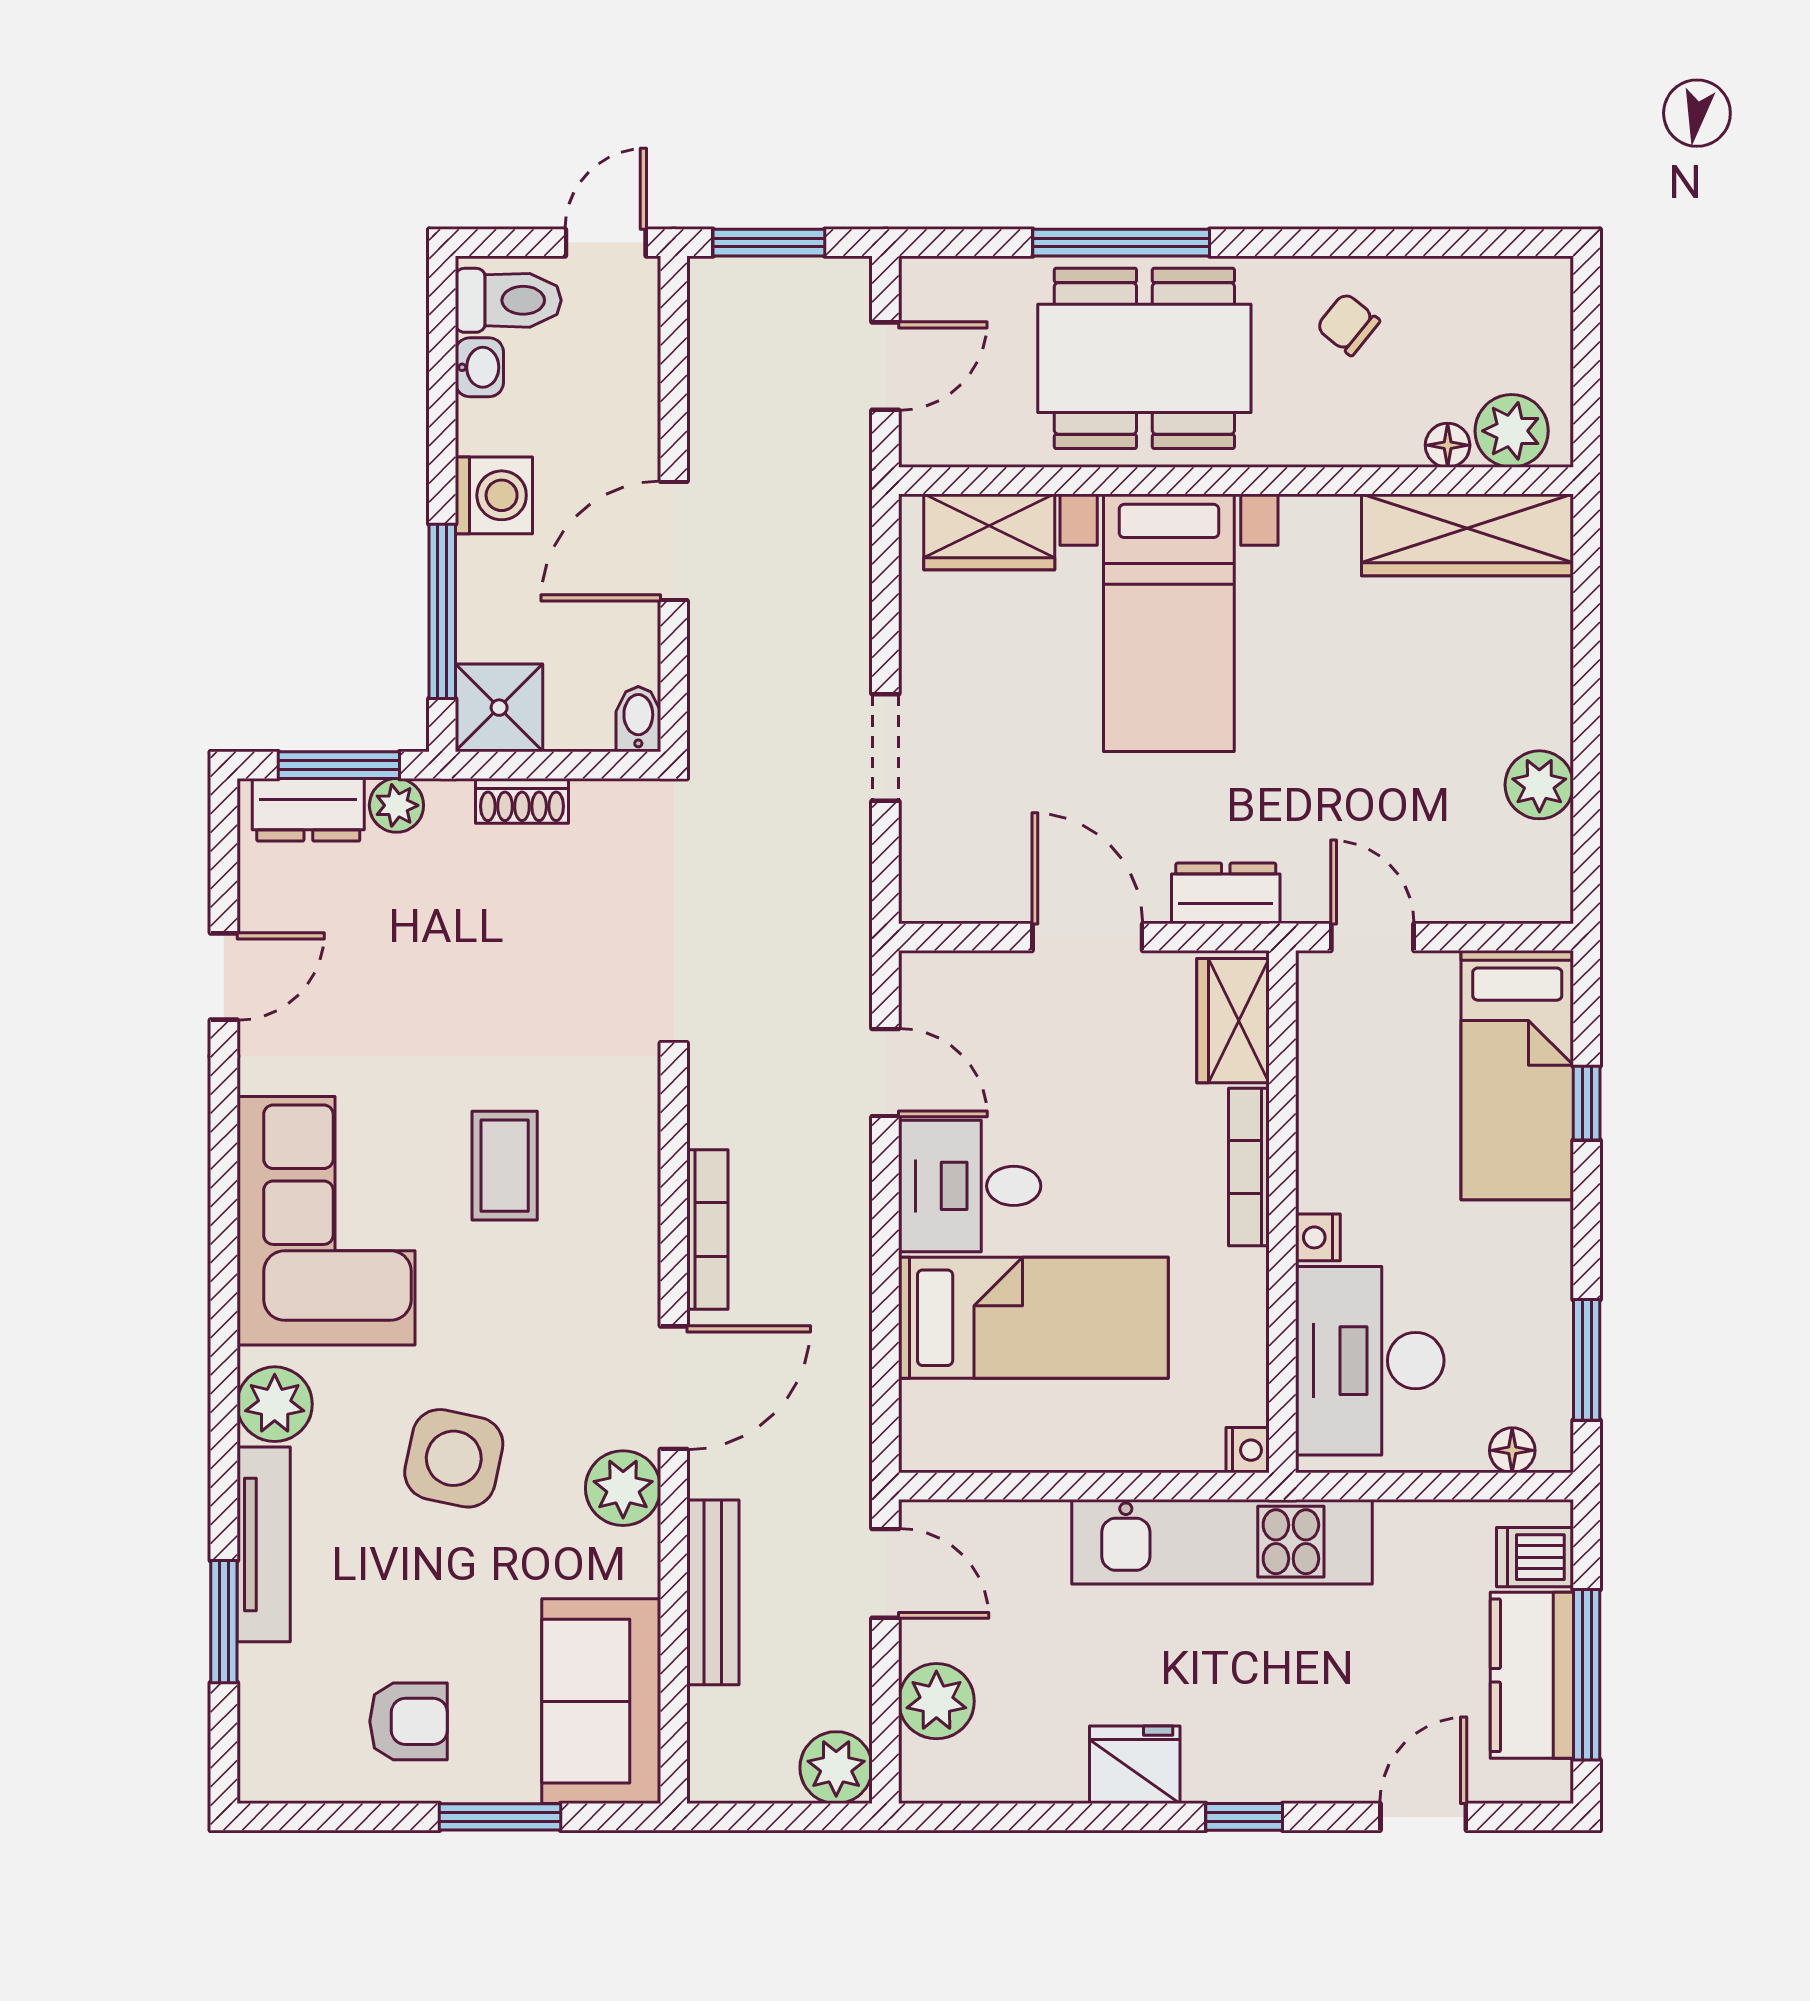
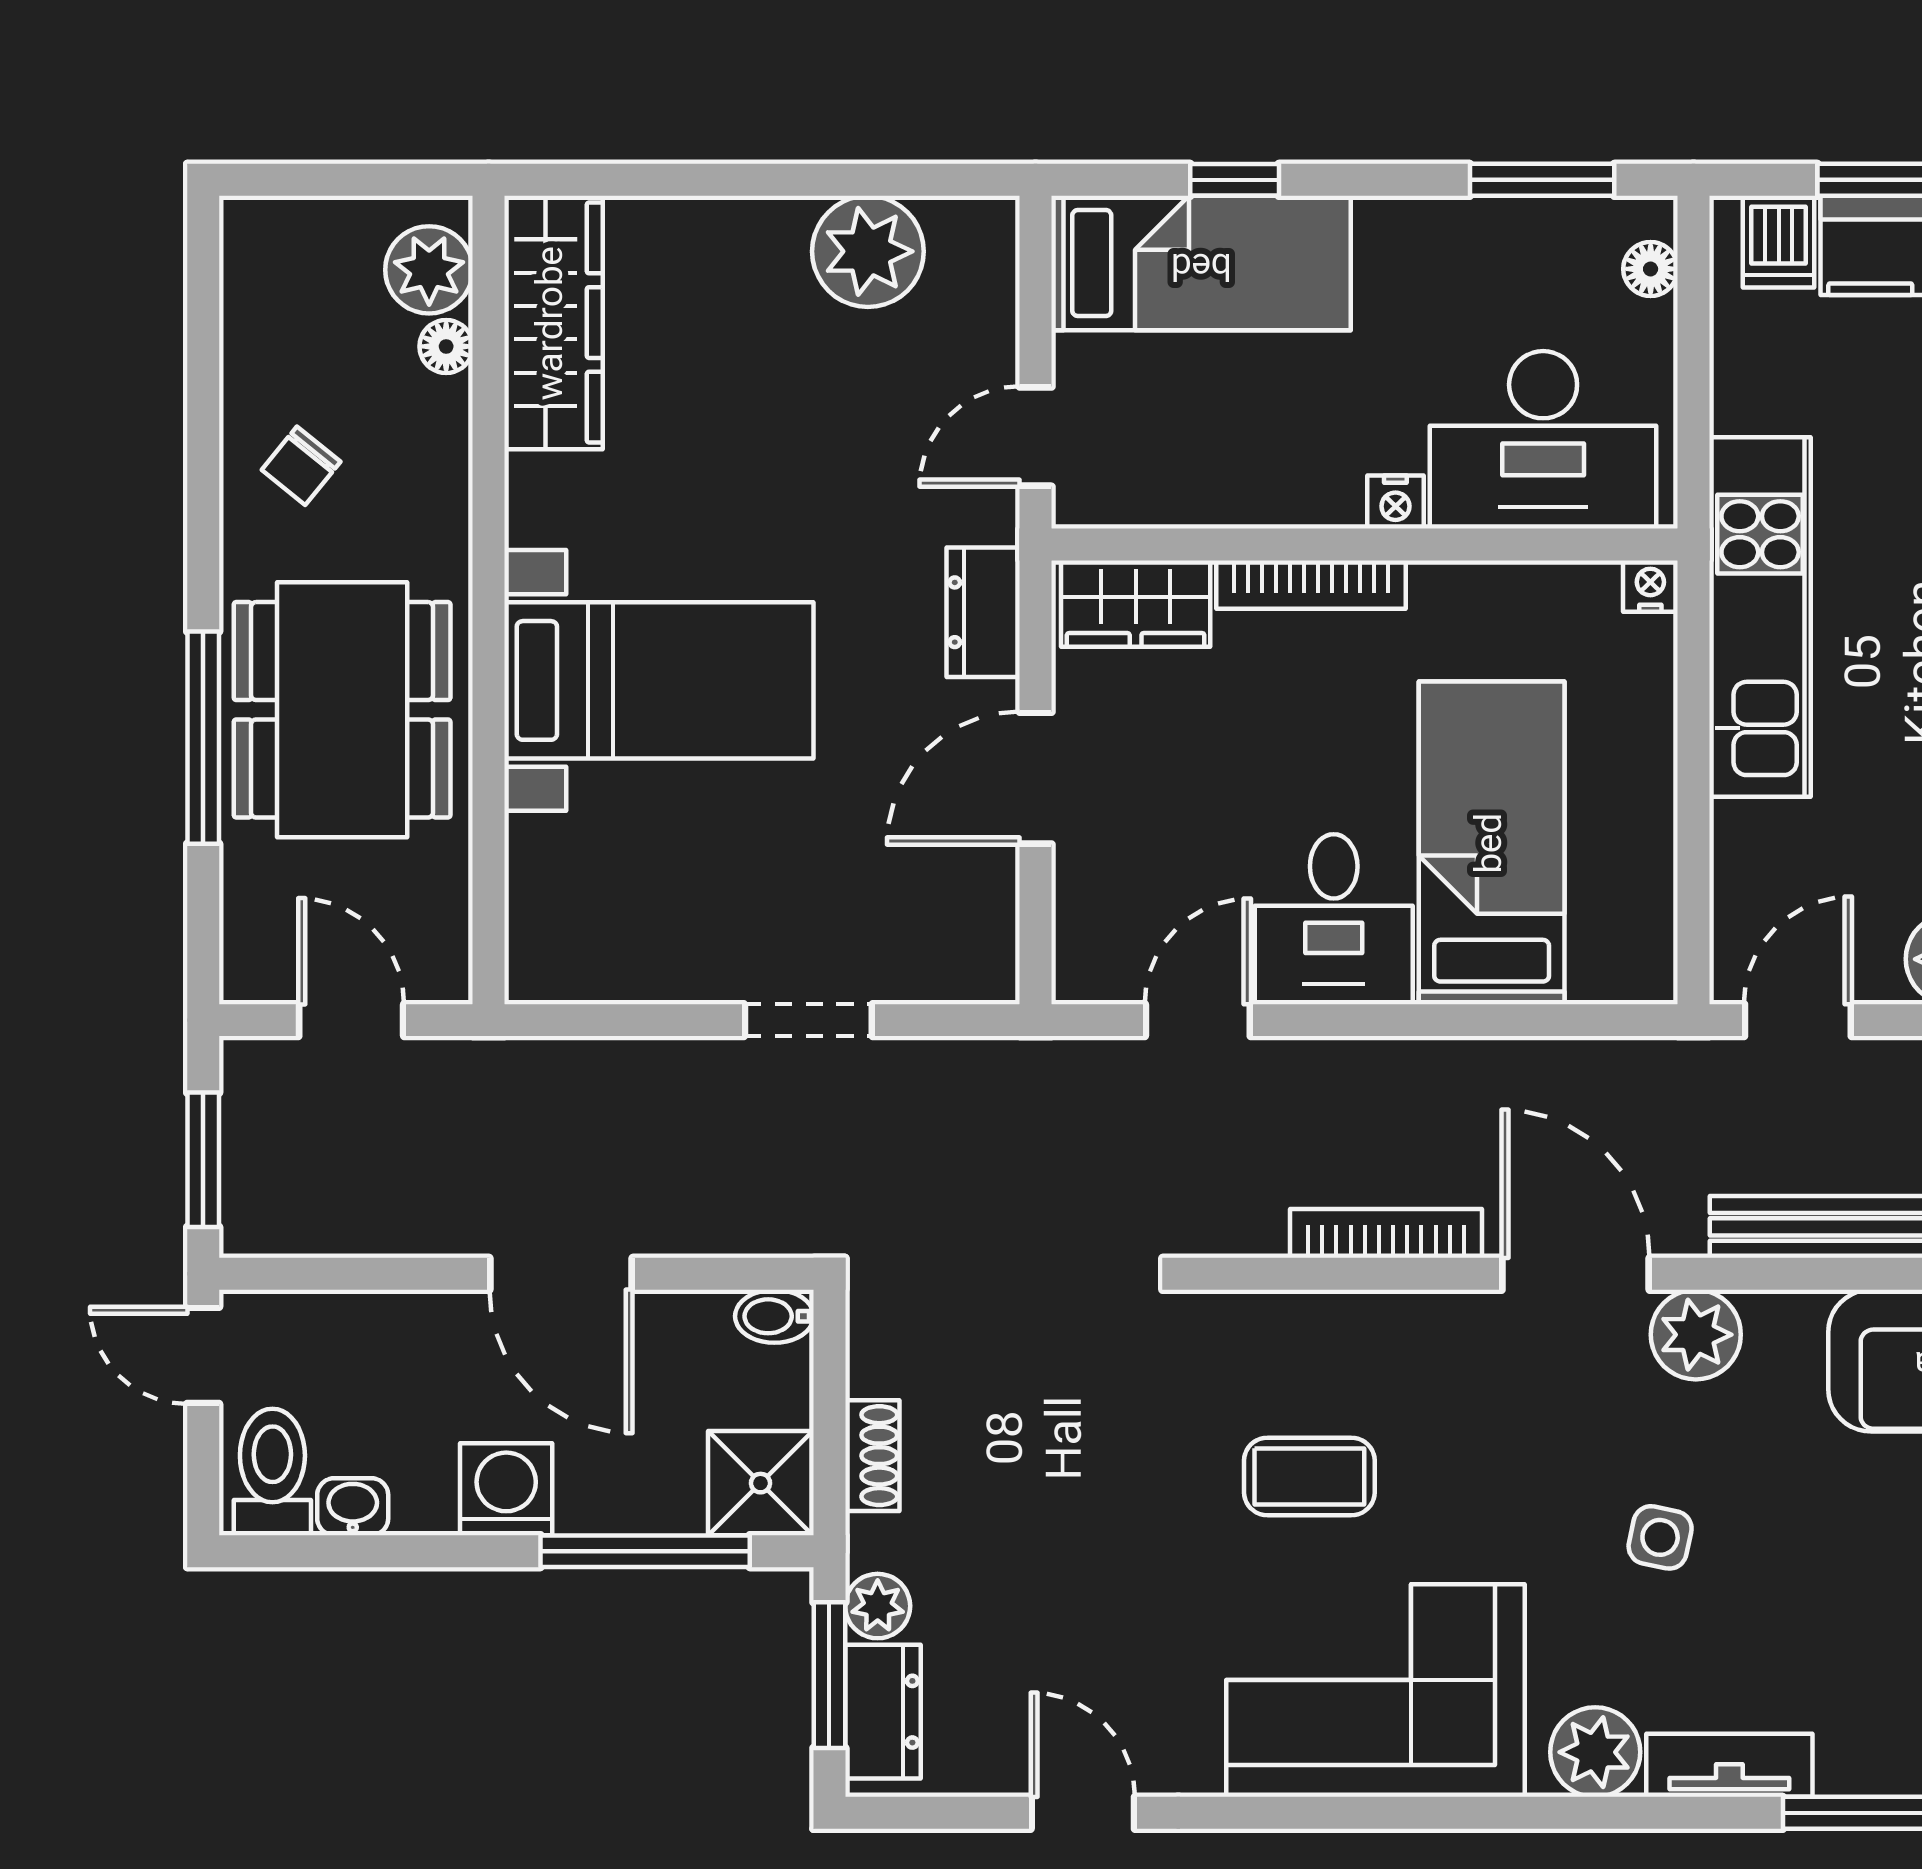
wardrobe: (989, 532) -> (550, 896), removed
plant: (1539, 785) -> (868, 251), width x1.36, depth x1.36
side table: (454, 1458) -> (1660, 1537), width x0.54, depth x0.54
tv unit: (264, 1544) -> (1729, 1765), width x0.71

